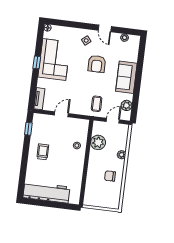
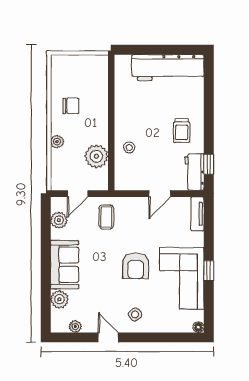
plant: (132, 56) -> (59, 299), added
armchair: (97, 64) -> (136, 266), moved, turned 180
workbench: (38, 125) -> (194, 172), added

